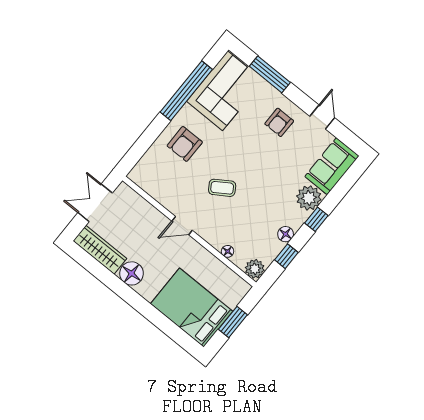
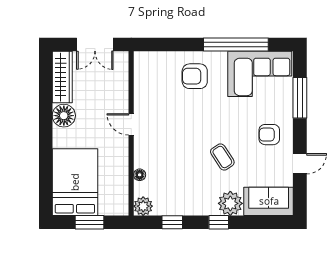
coffee table: (222, 188) -> (222, 157), moved
double door: (95, 203) -> (95, 45), swing flipped
floor lamp: (286, 234) -> (188, 208), removed

